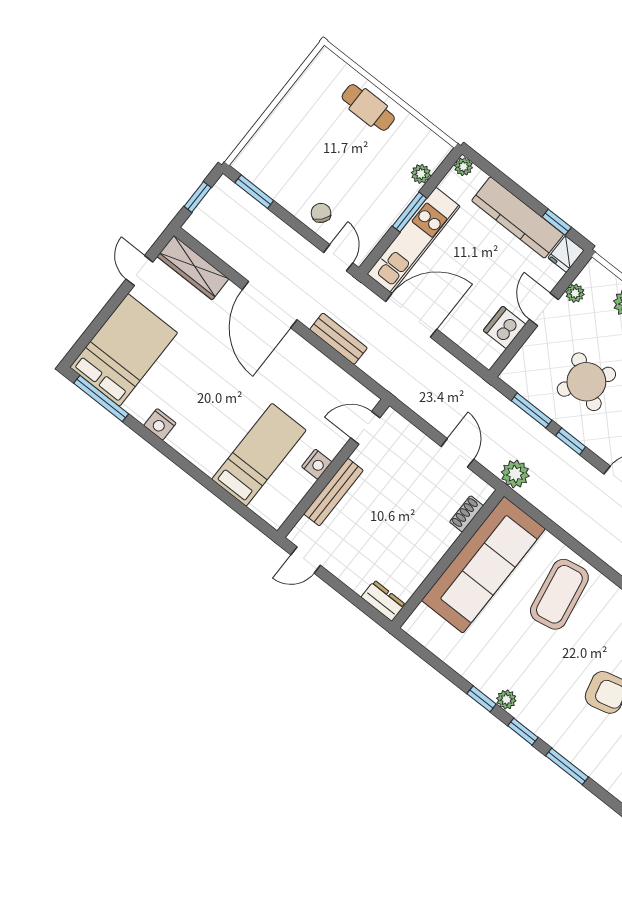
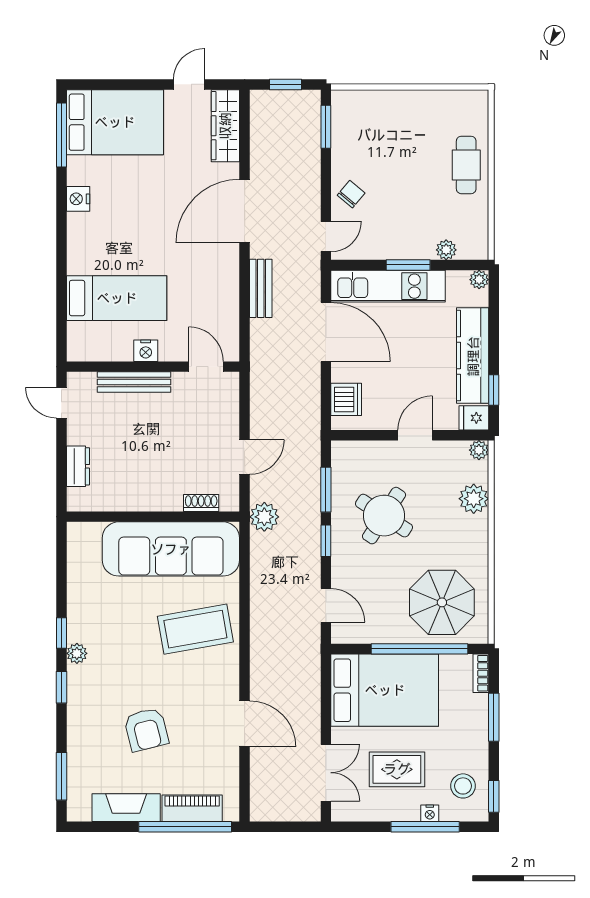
plant: (575, 293) -> (479, 450), moved
dishwasher: (505, 327) -> (346, 399), moved, turned 90
dresser: (383, 601) -> (78, 466), moved
window: (567, 766) -> (61, 776), moved

